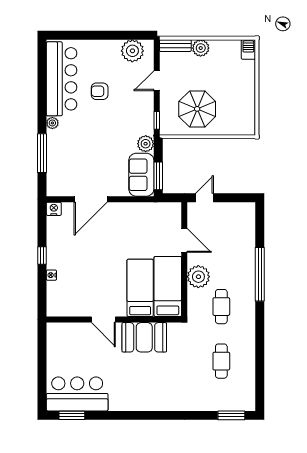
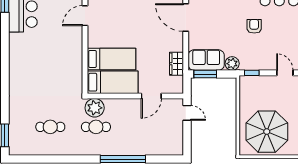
armchair: (100, 91) -> (254, 26), moved
parasol: (197, 109) -> (267, 132), moved, width x1.36, depth x1.36
wardrobe: (146, 210) -> (177, 64), added
plant: (198, 277) -> (95, 108), moved
door: (103, 320) -> (85, 16), moved
booth: (144, 337) -> (70, 62), removed

